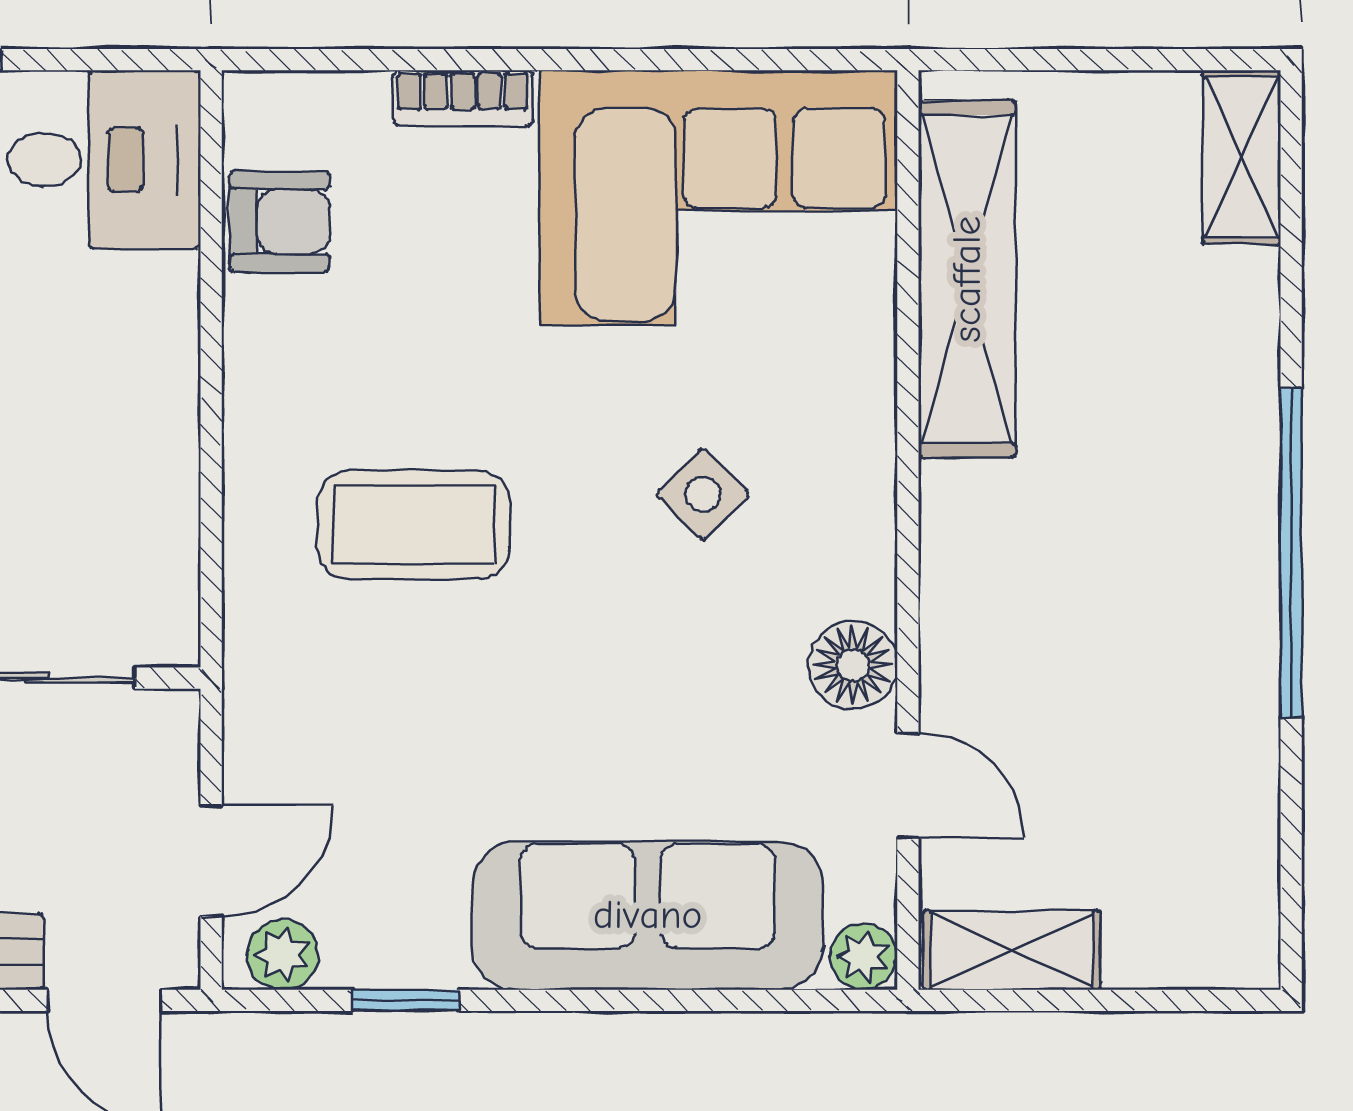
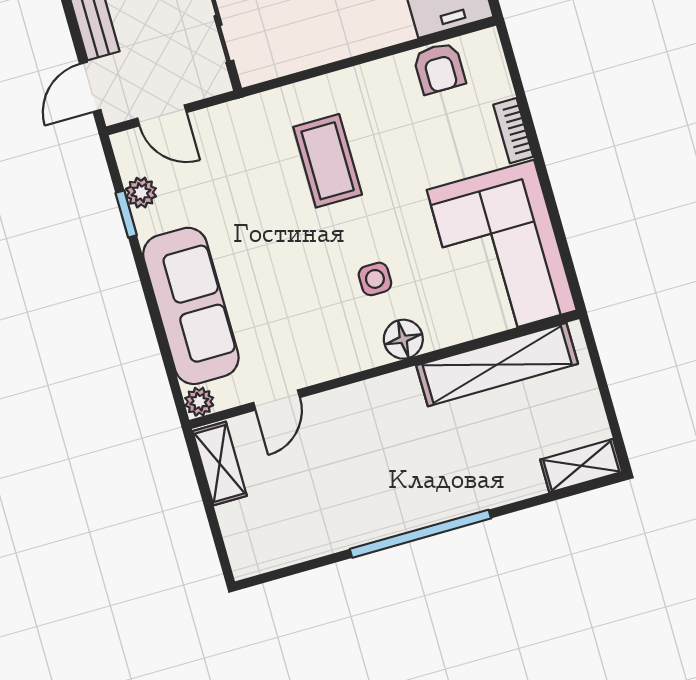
side table: (703, 494) -> (375, 279), turned 45
floor lamp: (853, 665) -> (403, 339), moved
plant: (283, 954) -> (141, 193), moved

